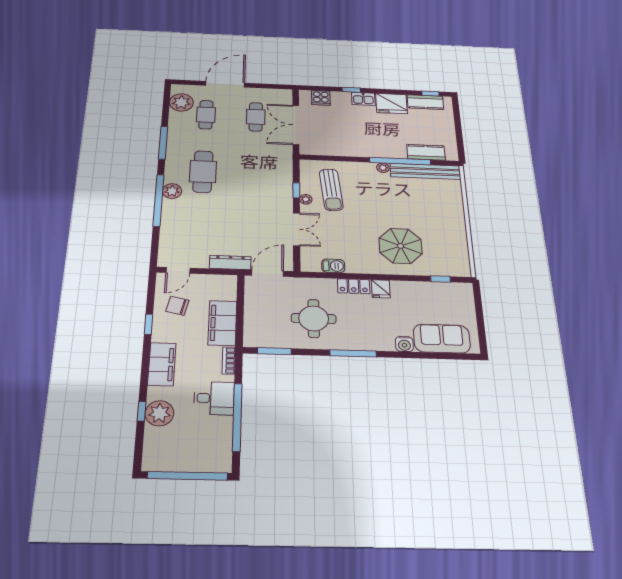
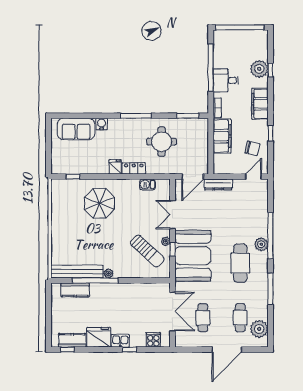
booth: (268, 182) -> (193, 256), added
sun lounger: (331, 190) -> (147, 251), turned 139

